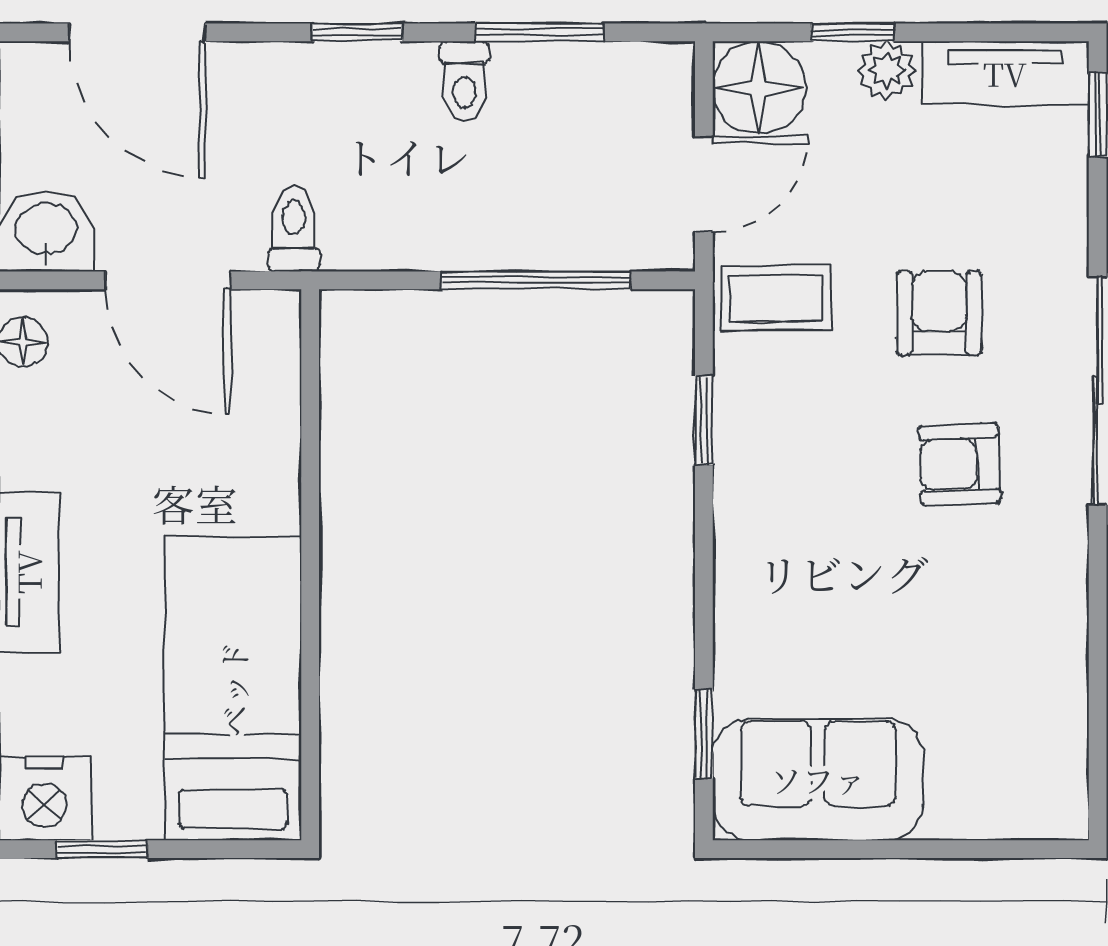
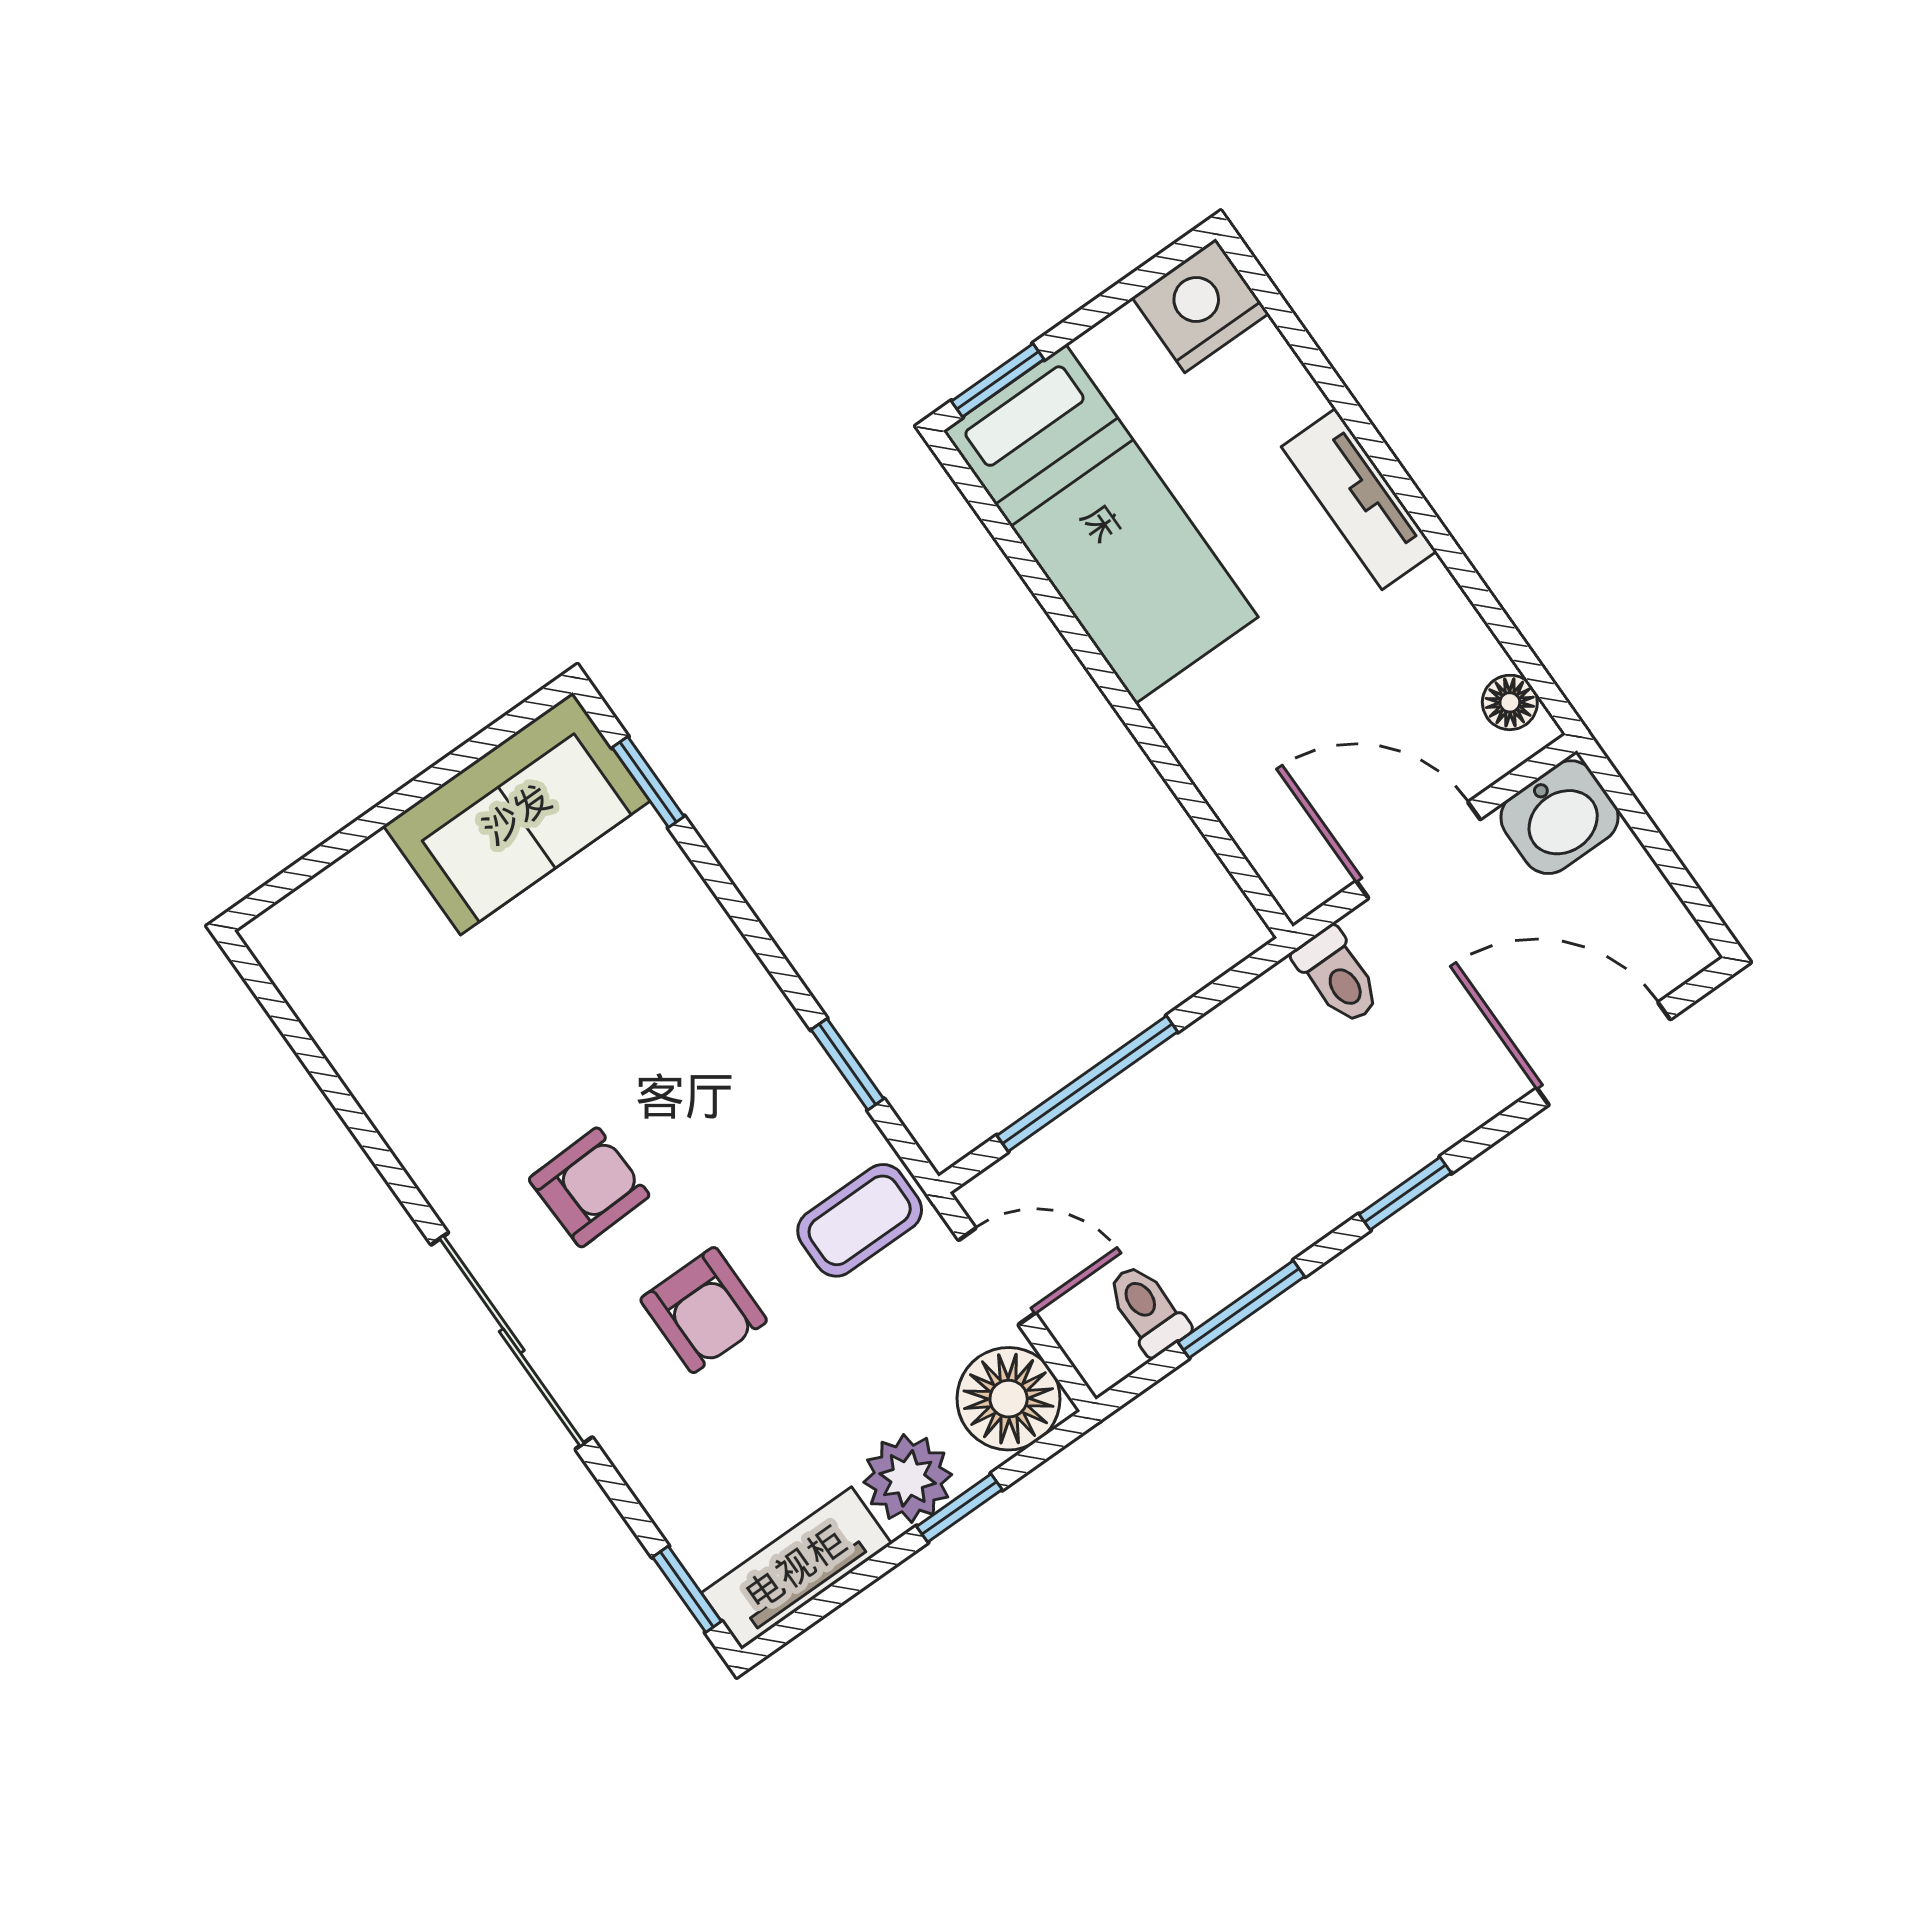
plant: (887, 70) -> (908, 1478), width x1.38, depth x1.38
toilet: (465, 81) -> (1147, 1309), moved
door: (704, 185) -> (997, 1276), swing flipped
window: (102, 849) -> (998, 380), moved

